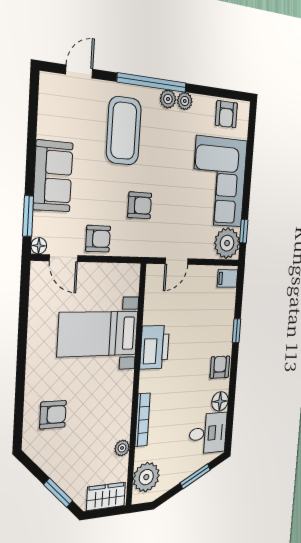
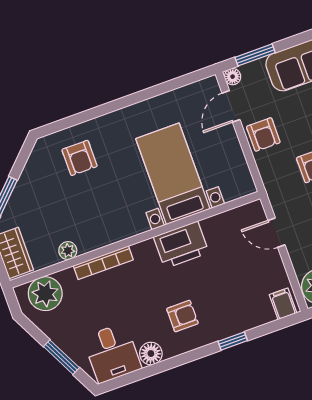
armchair: (220, 367) -> (182, 316), moved

